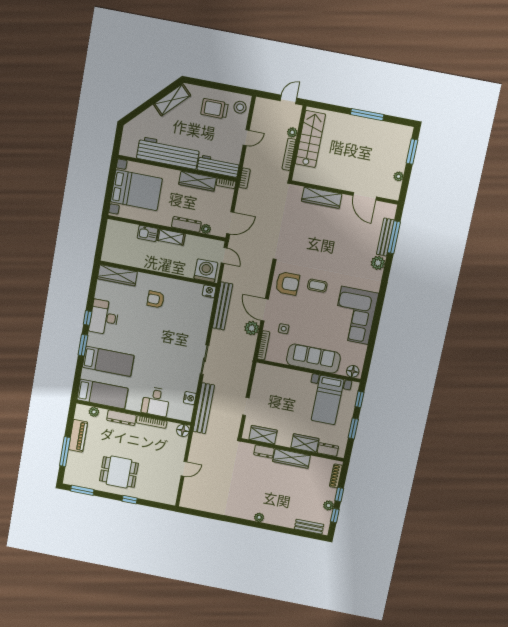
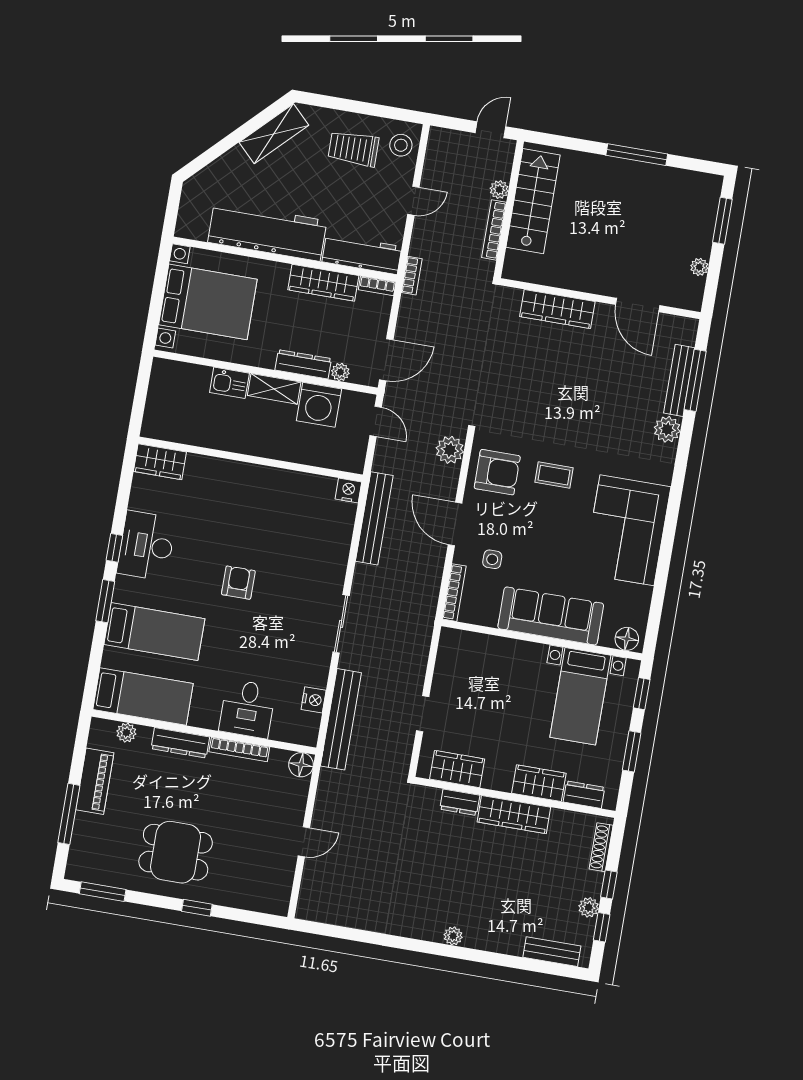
washing machine: (206, 271) -> (319, 405), moved, turned 180
wardrobe: (117, 275) -> (160, 462), width x0.67
armchair: (156, 299) -> (238, 583), moved, turned 90
plant: (252, 328) -> (450, 450), moved

